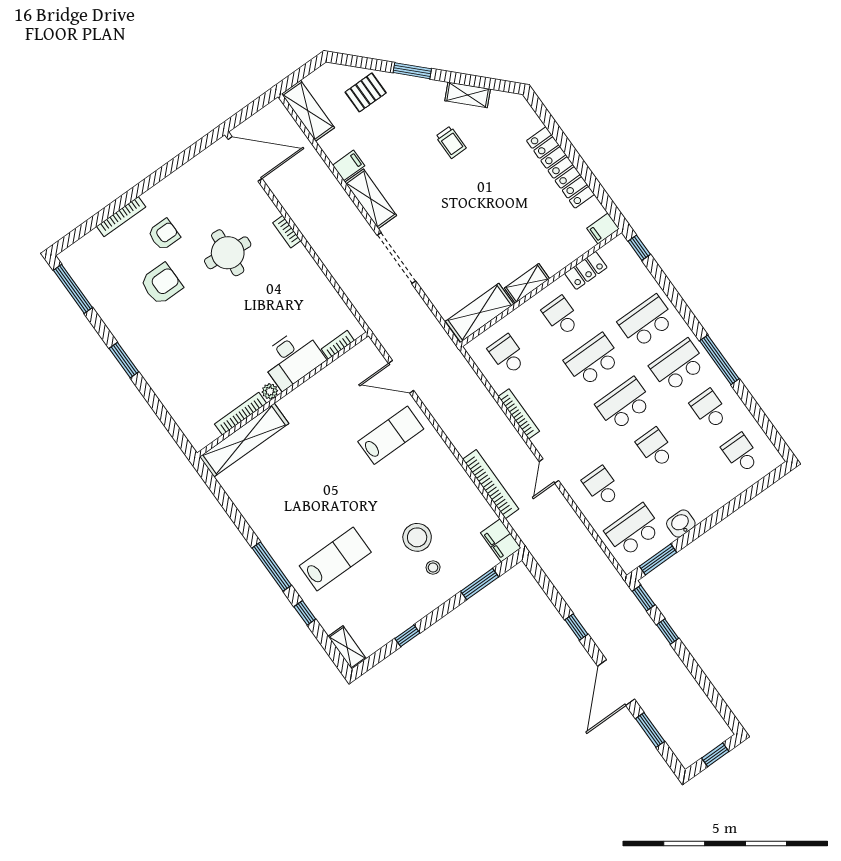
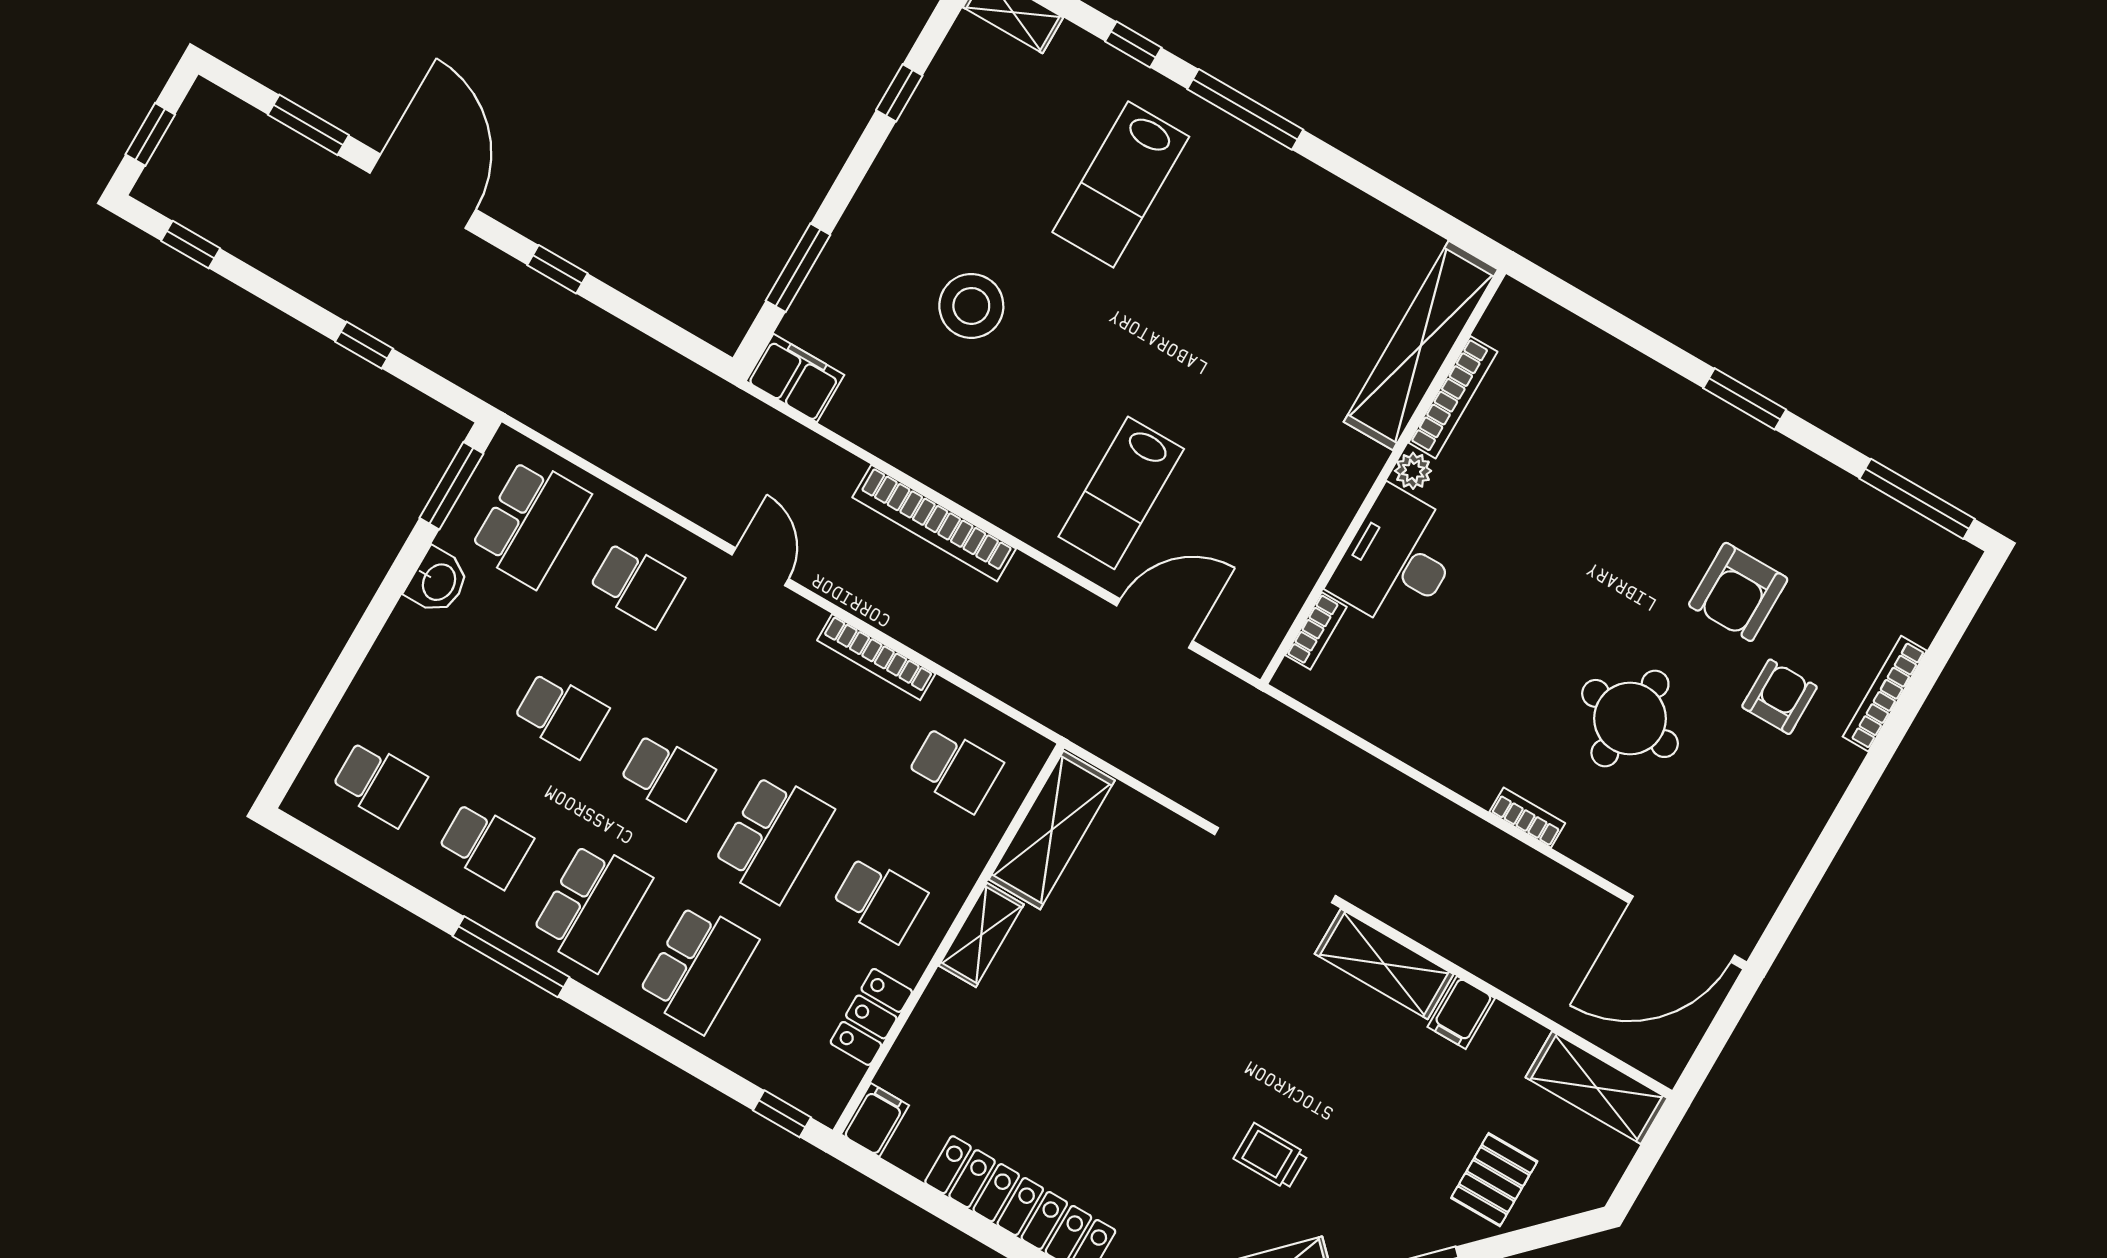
armchair: (164, 234) -> (1779, 697), turned 180
school desk: (624, 404) -> (667, 776), width x0.54
bookcase: (491, 484) -> (934, 523), moved
stool: (433, 568) -> (910, 258), removed
window: (644, 598) -> (191, 245), moved

